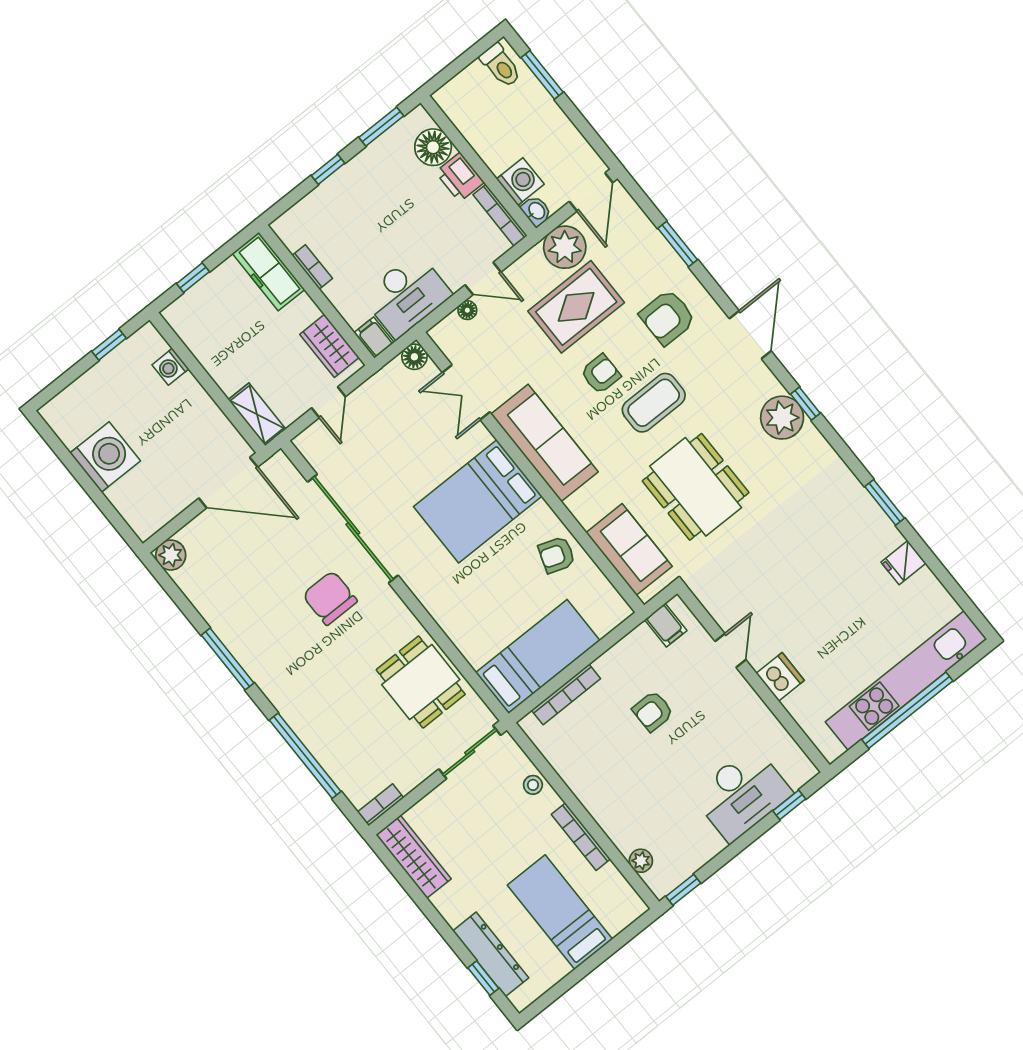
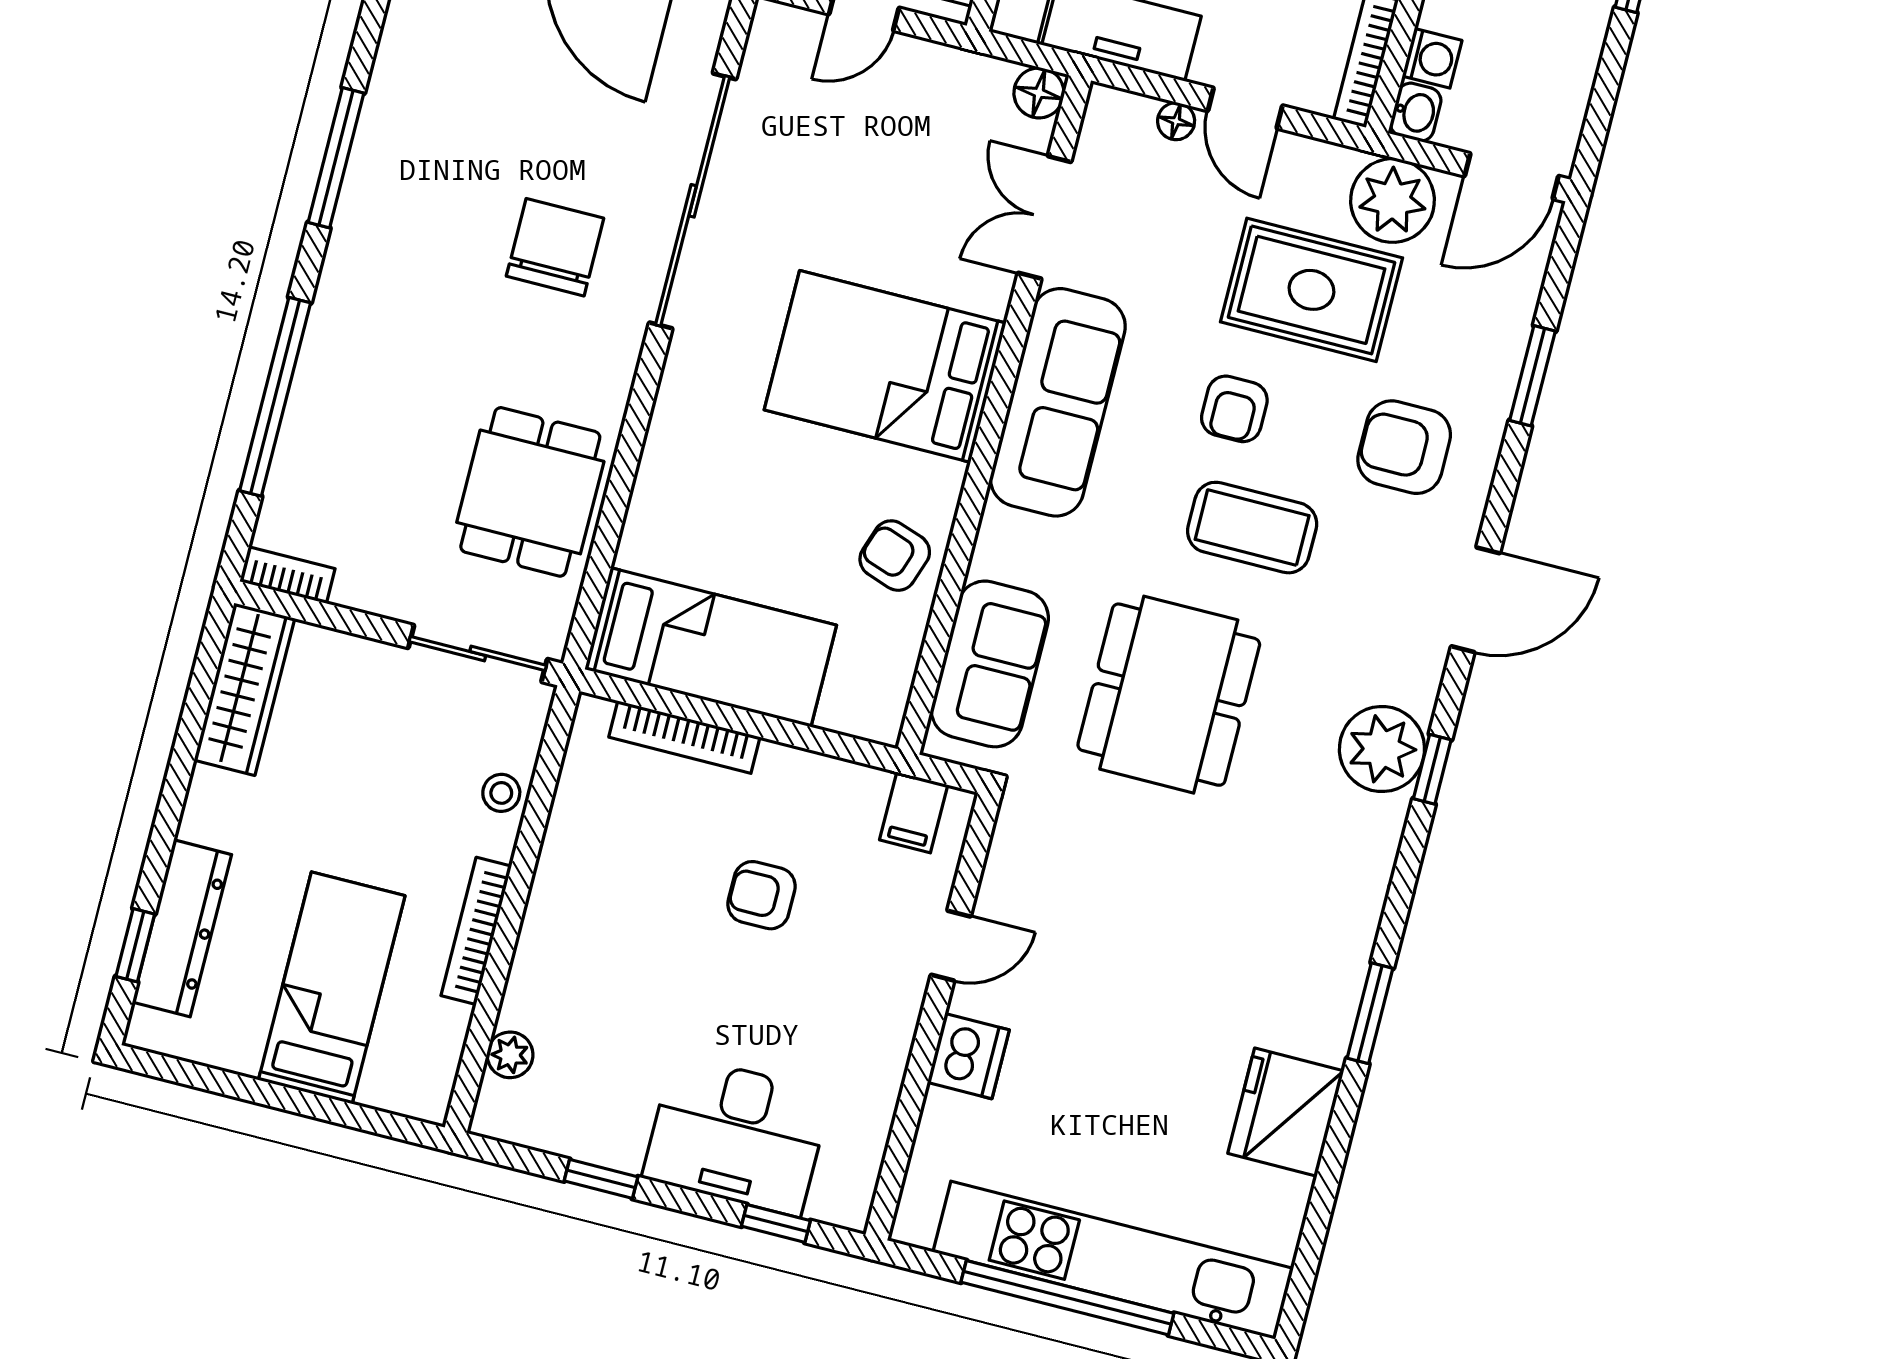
washing machine: (520, 182) -> (1432, 58), width x0.73, depth x0.73
armchair: (601, 374) -> (1234, 409), turned 90
fridge: (903, 563) -> (1286, 1112), width x1.88, depth x1.34
window: (683, 890) -> (601, 1179), moved

